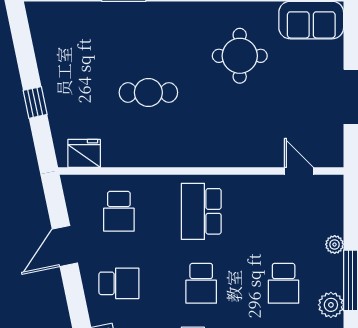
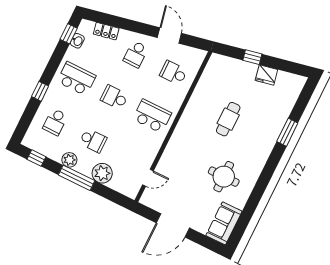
fridge: (84, 153) -> (266, 75), moved, turned 78
plant: (335, 244) -> (102, 173), width x1.88, depth x1.88
school desk: (284, 283) -> (93, 141), turned 180

